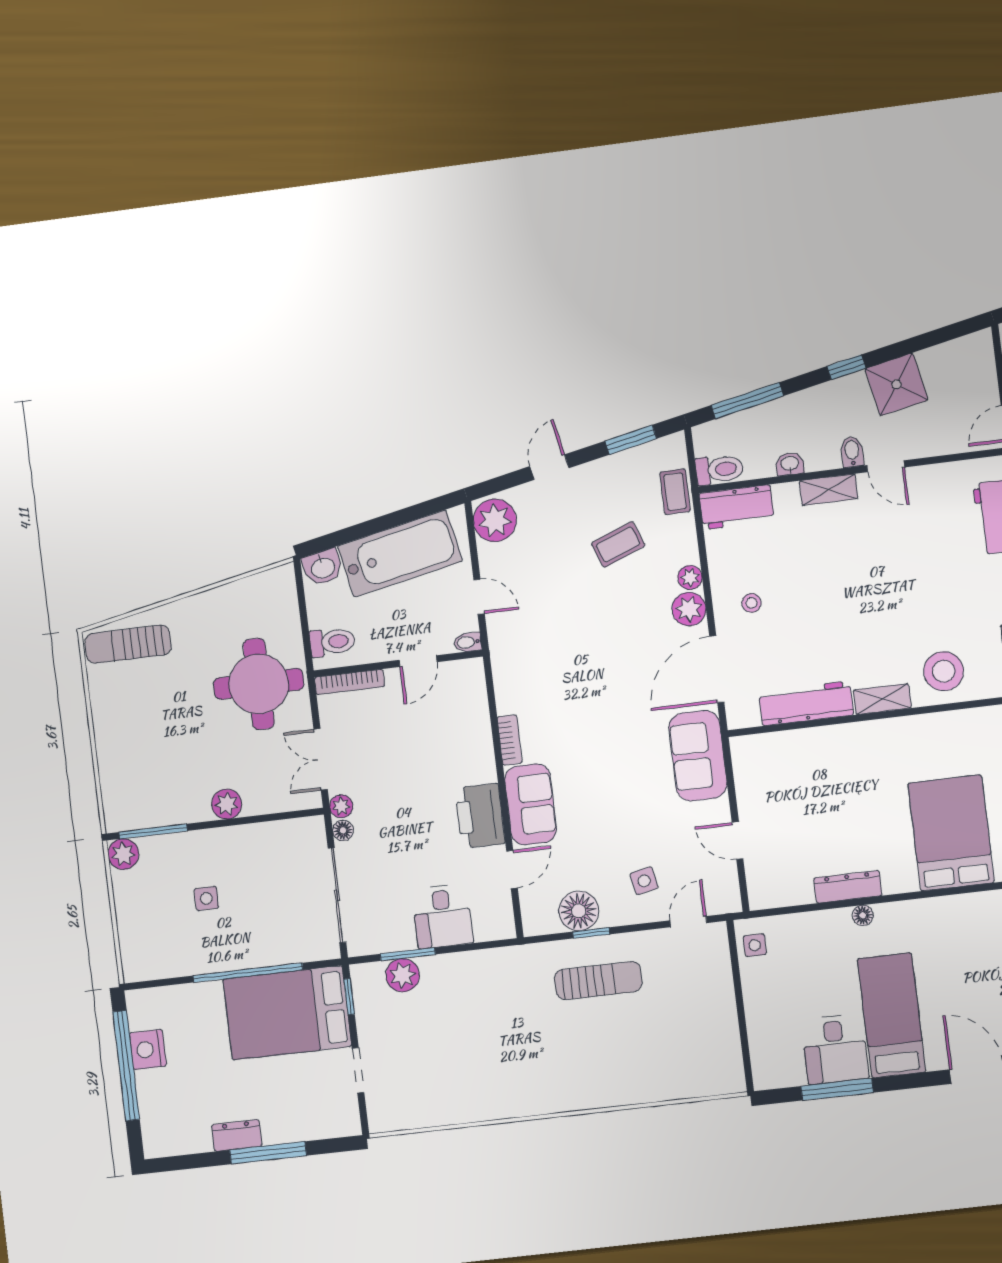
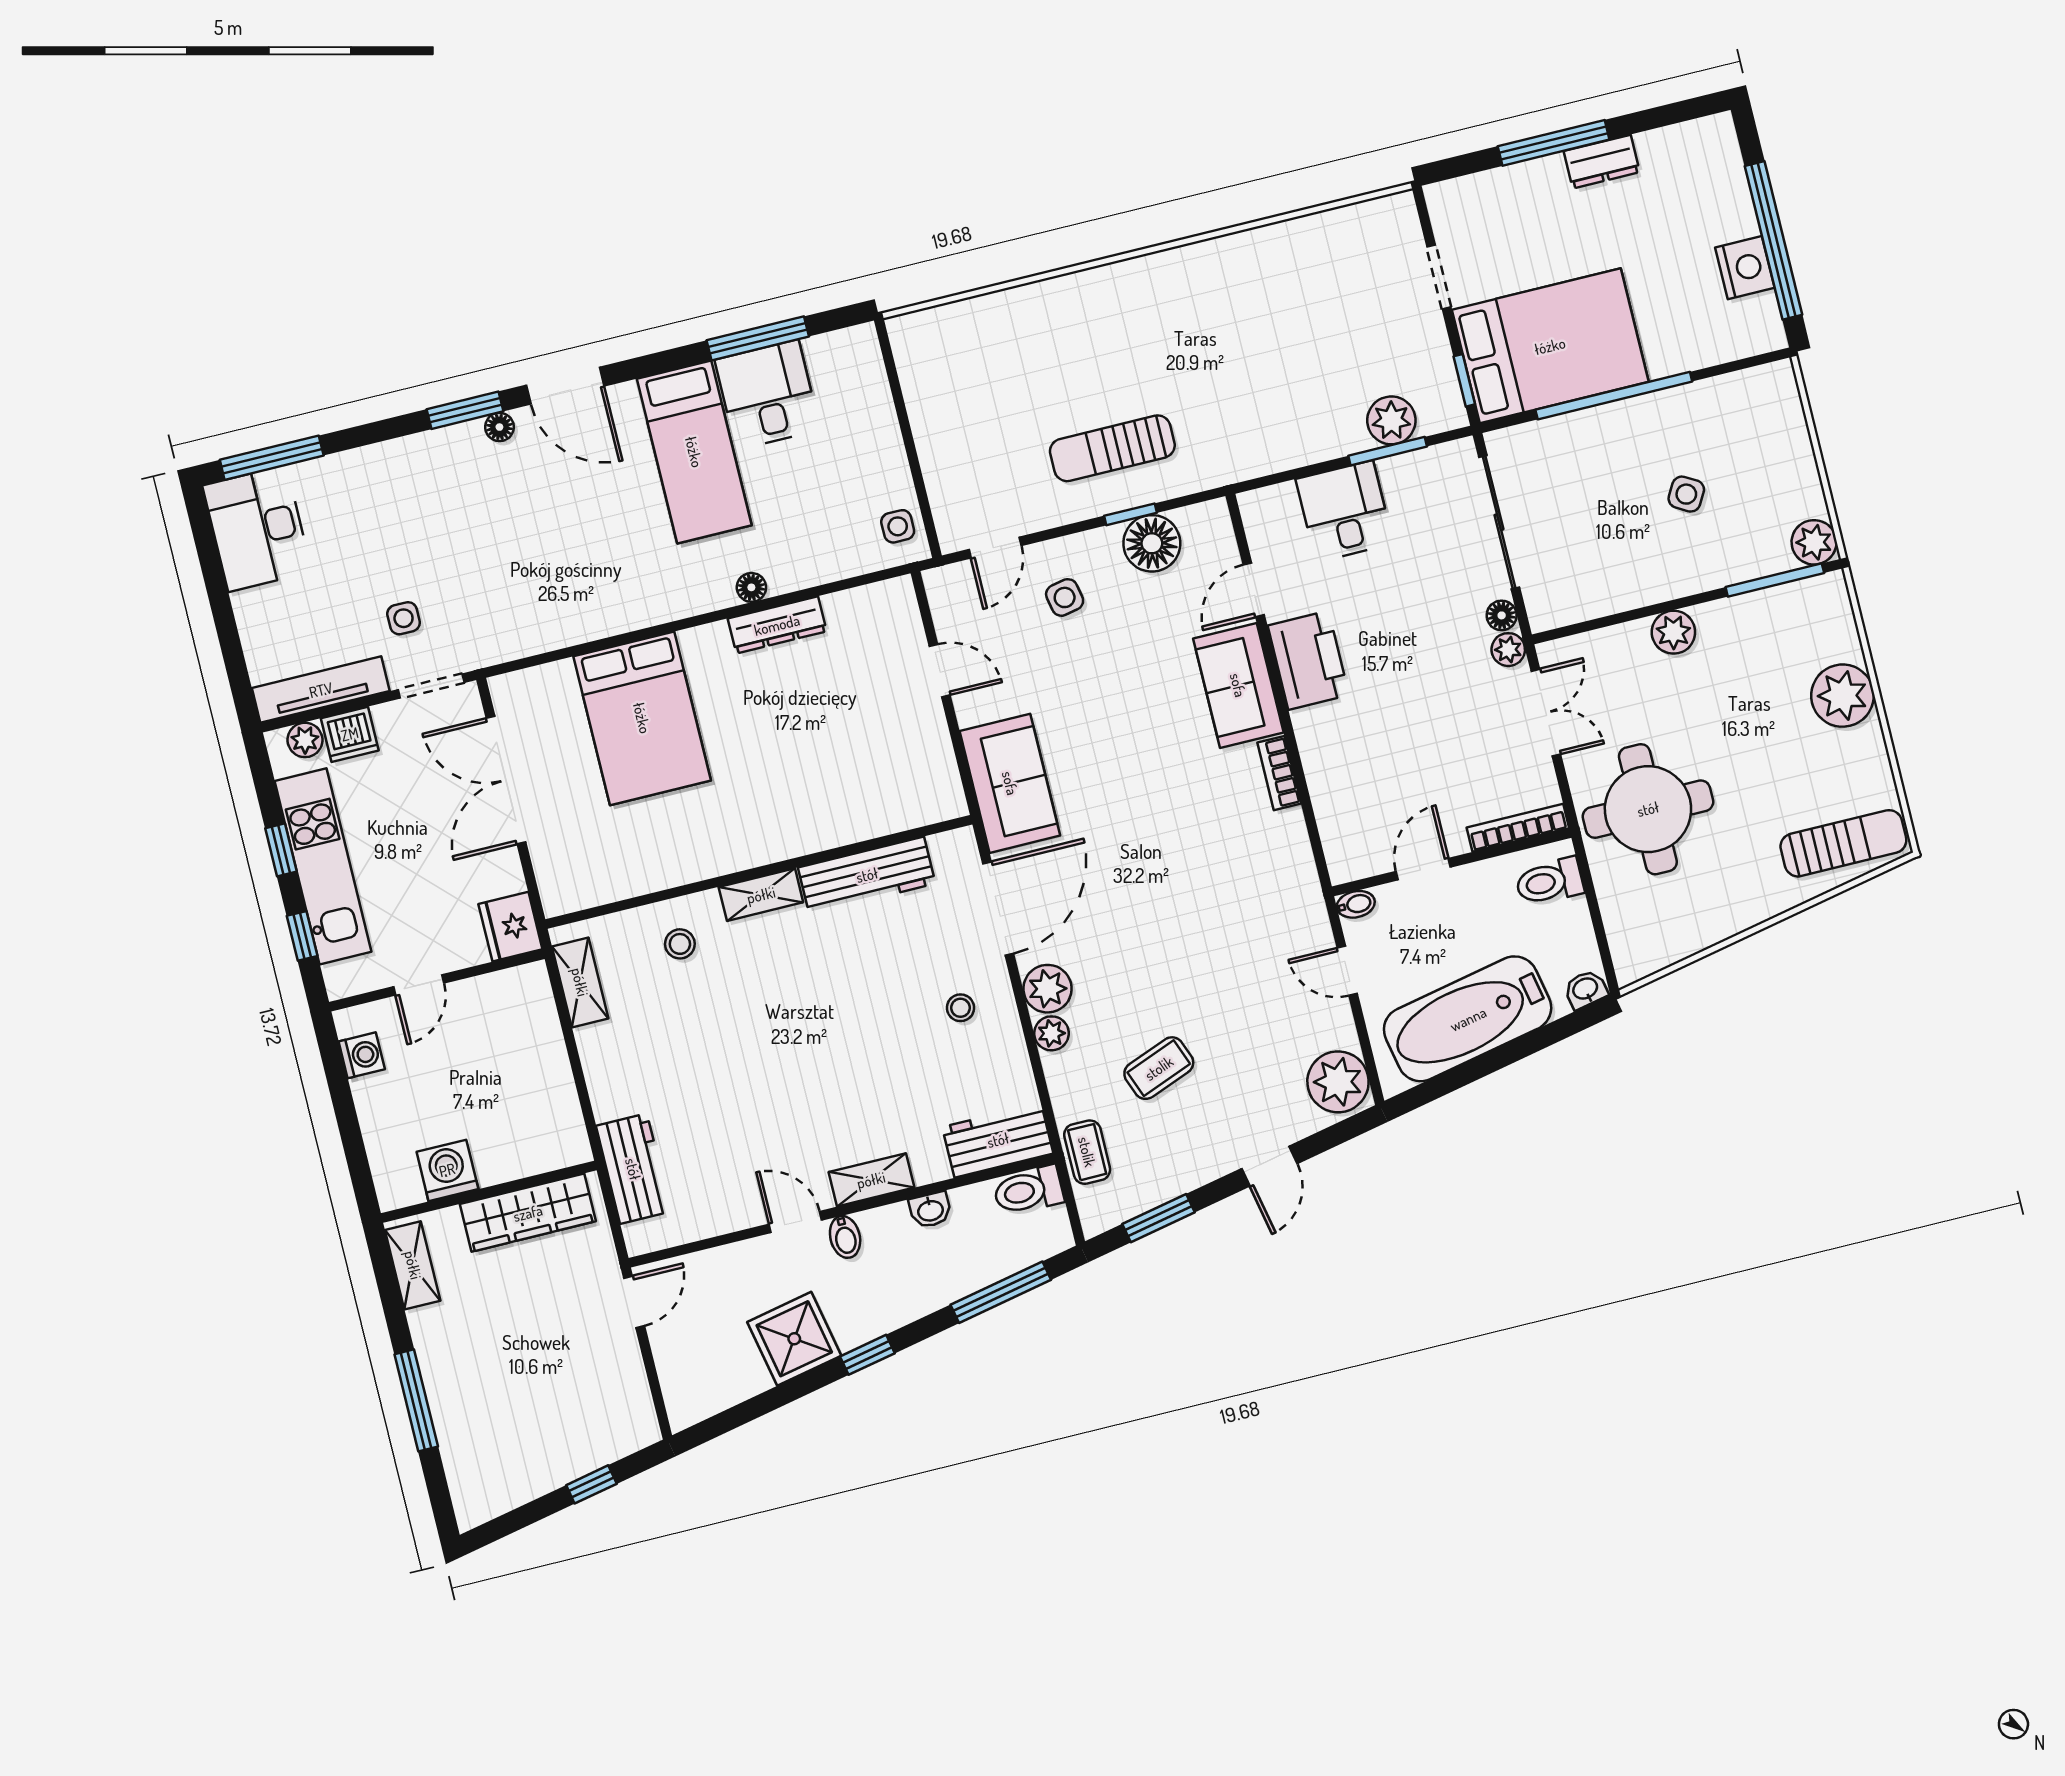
washbasin: (323, 567) -> (1586, 989), width x0.72, depth x0.69
stool: (944, 671) -> (680, 944), width x0.53, depth x0.53
plant: (117, 746) -> (1843, 696), added
side table: (206, 898) -> (1686, 494), turned 30

